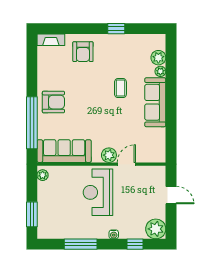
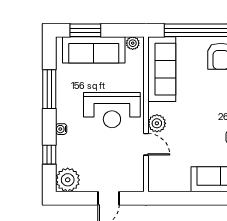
reception desk: (98, 192) -> (112, 110), turned 180
sofa: (48, 207) -> (94, 50), added

